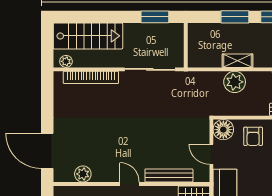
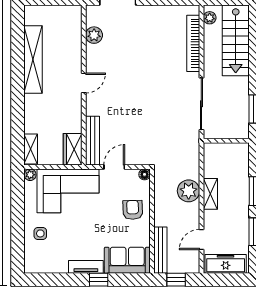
floor lamp: (223, 130) -> (145, 174), width x0.53, depth x0.53
armchair: (253, 136) -> (133, 210), turned 88
bench: (169, 175) -> (93, 141), moved

